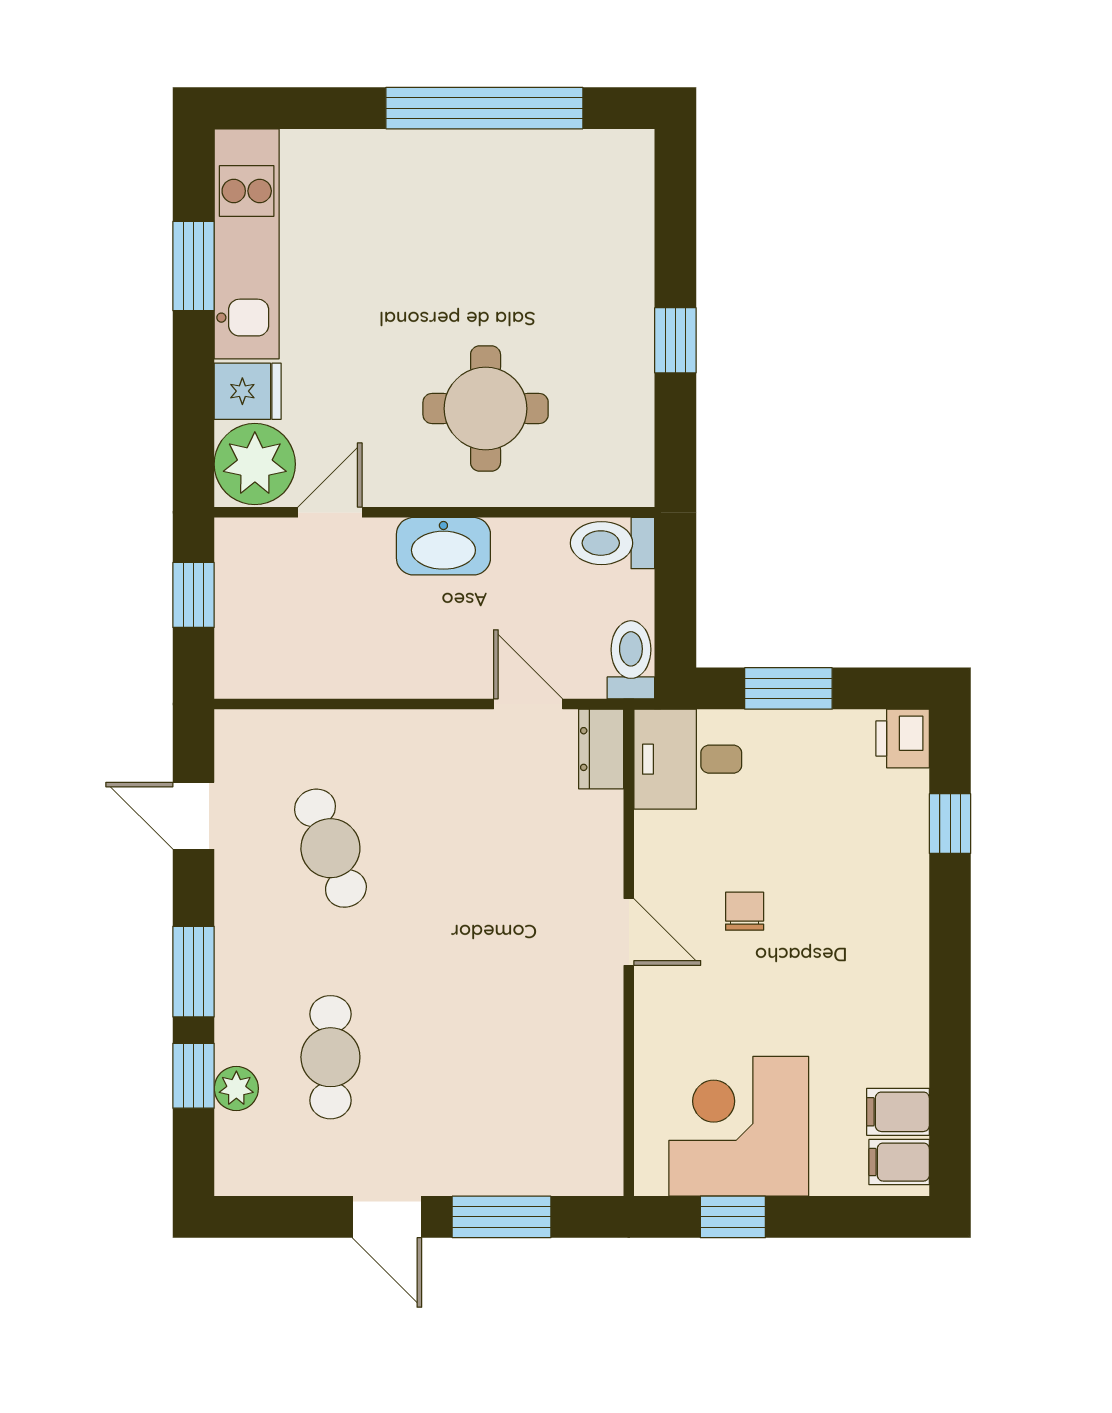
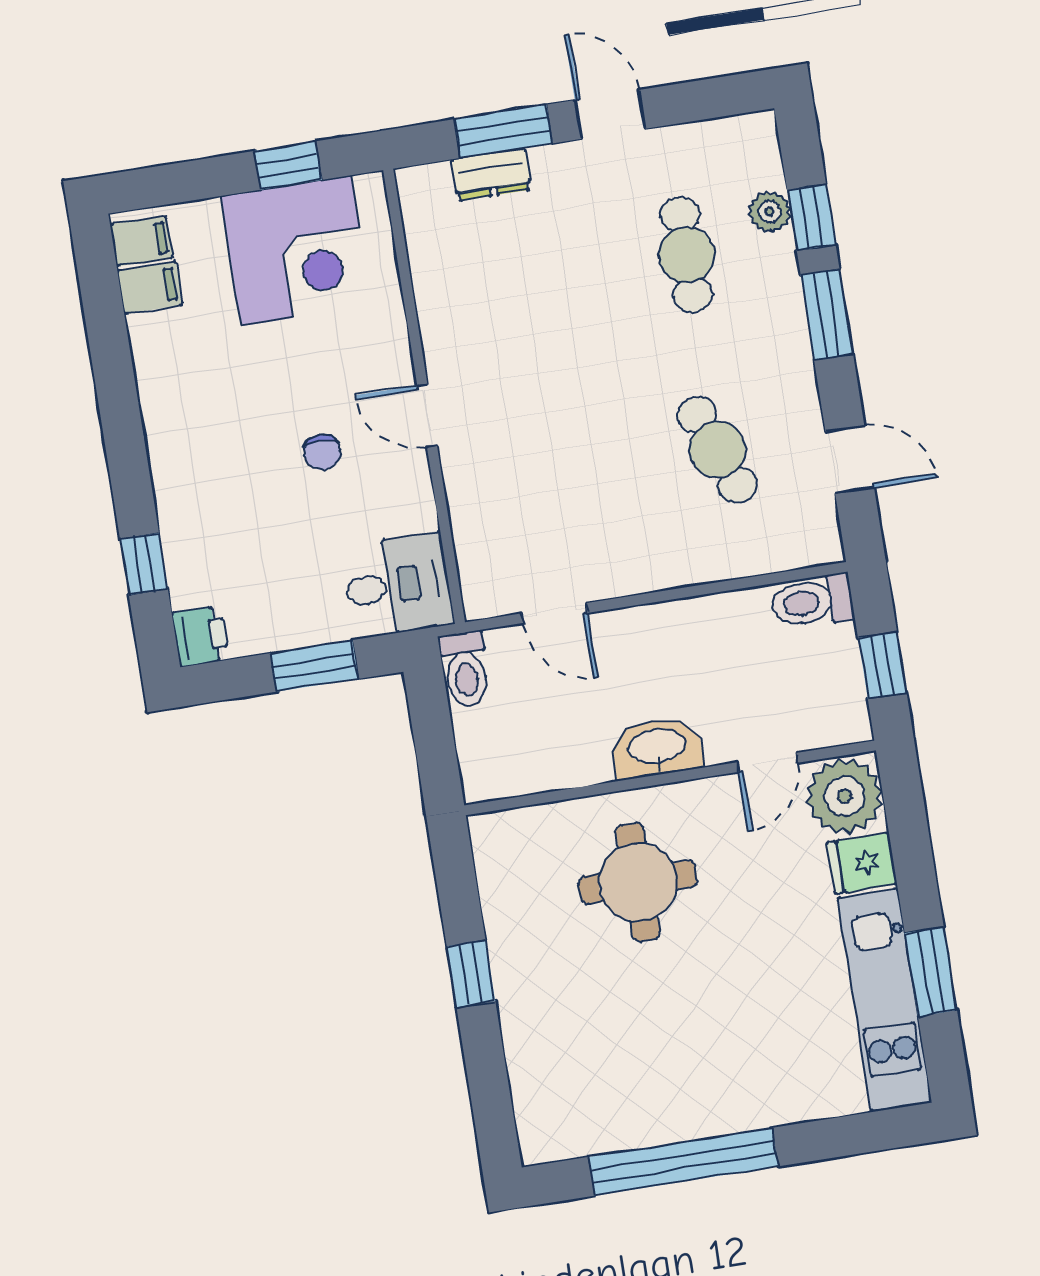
toilet: (613, 543) -> (812, 602), moved, turned 180
dresser: (601, 749) -> (491, 174), moved, turned 90

